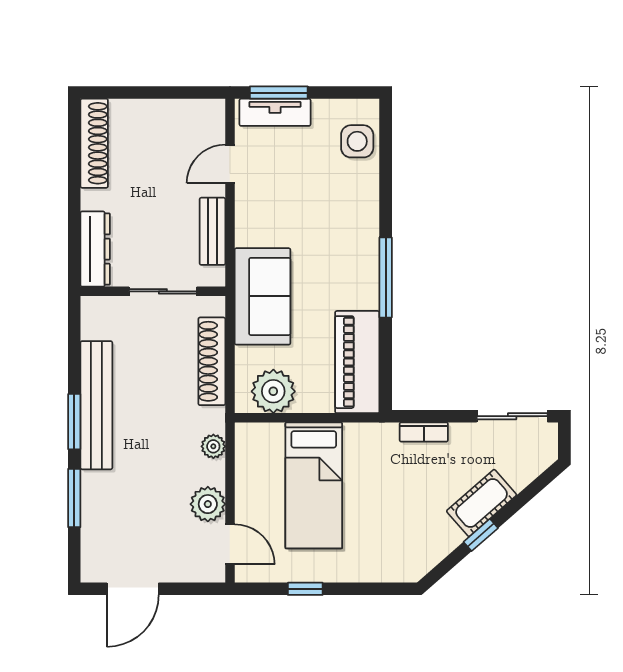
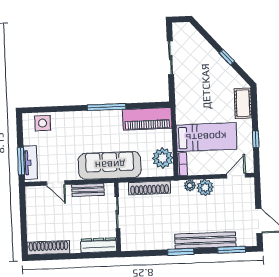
sofa: (262, 296) -> (110, 165), width x1.36
bench: (96, 405) -> (205, 240), moved
sliding door: (512, 416) -> (170, 58), moved
bookcase: (424, 432) -> (182, 164), moved
window: (74, 498) -> (232, 250), moved
cot: (482, 503) -> (243, 103), moved, turned 41
plant: (208, 504) -> (205, 187), moved

